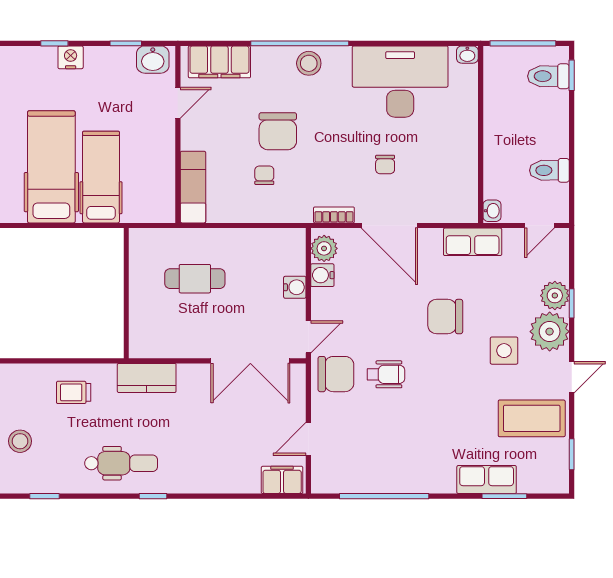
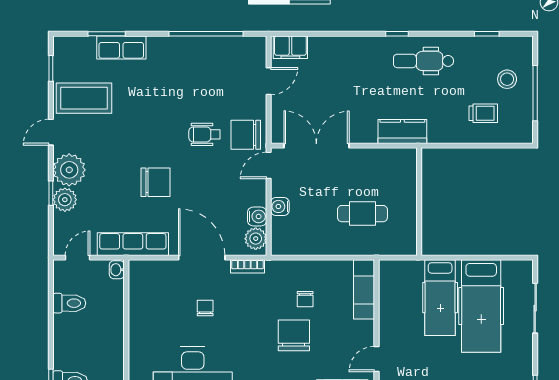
row of seats: (473, 242) -> (133, 244), width x1.48
side table: (504, 351) -> (107, 154), removed
trolley: (74, 392) -> (483, 113), moved

